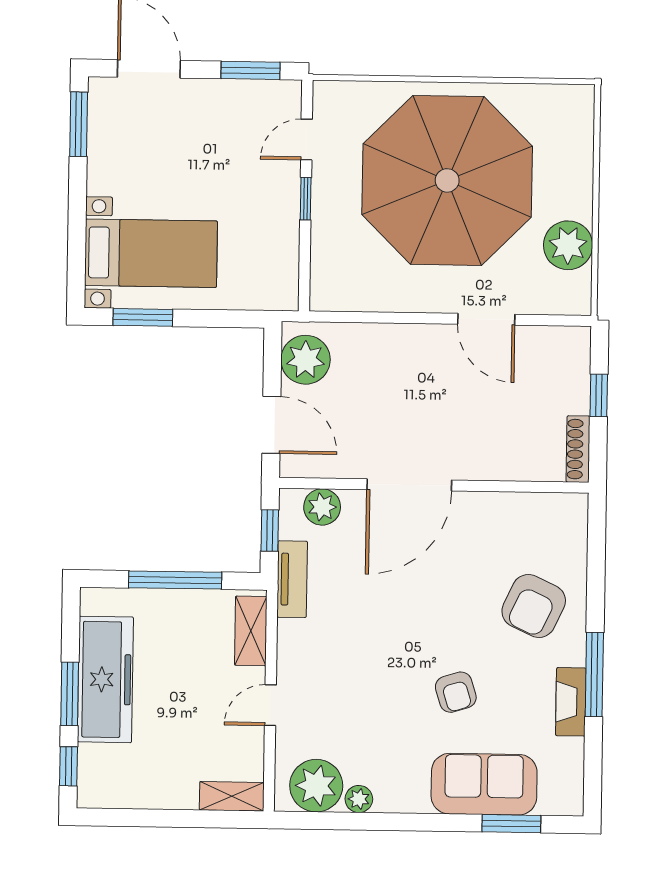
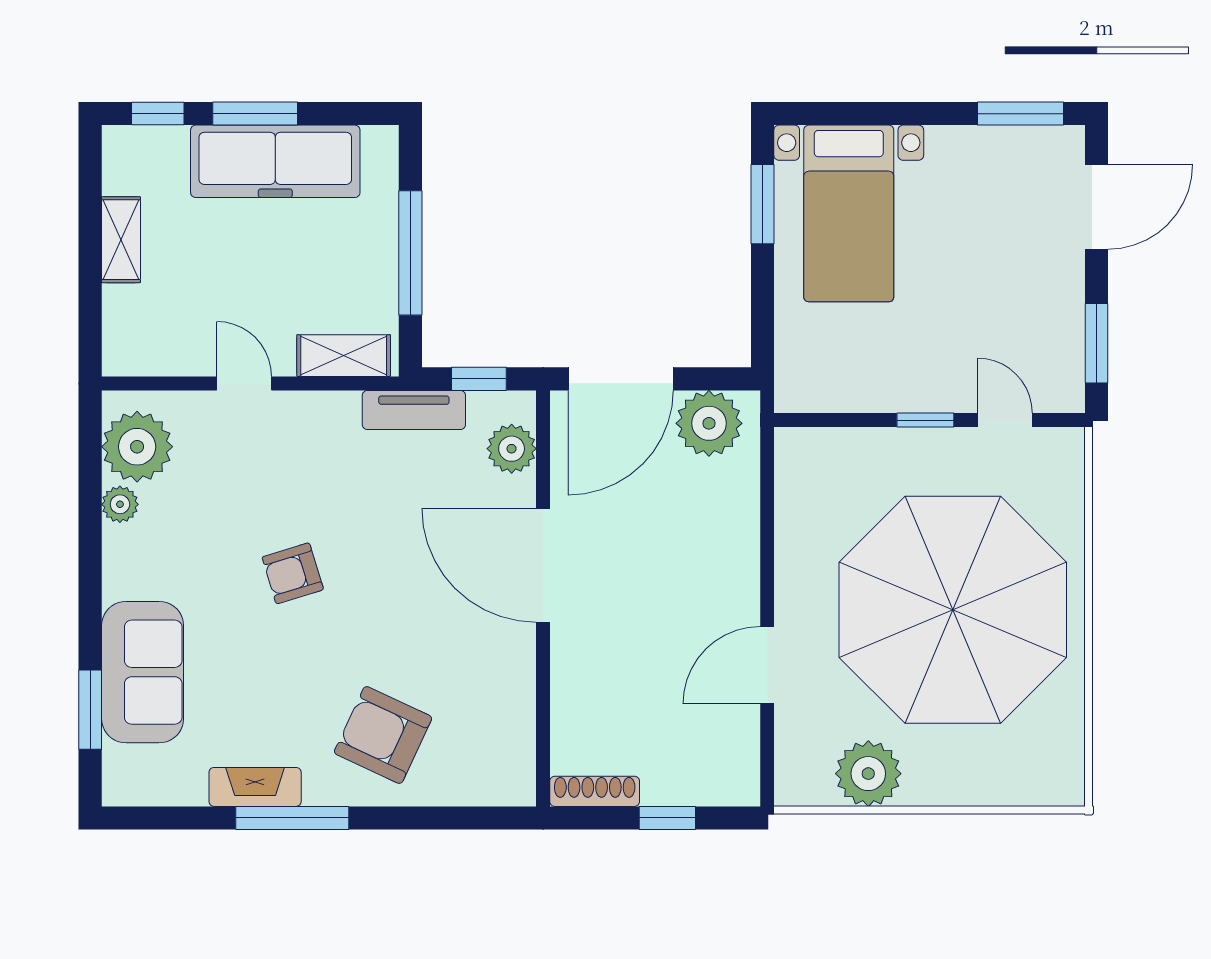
door: (271, 425) -> (621, 379), width x1.36
armchair: (456, 692) -> (293, 573), moved
shelving: (232, 796) -> (121, 240), moved

